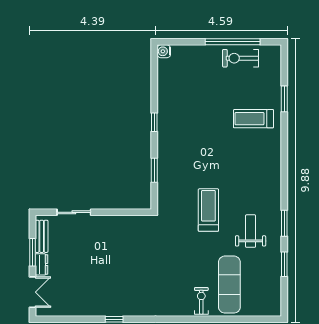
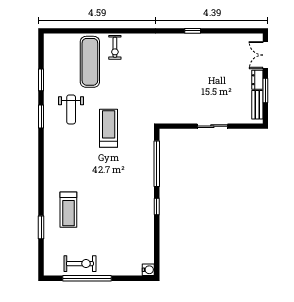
treadmill: (253, 119) -> (68, 210), turned 90
window: (154, 170) -> (157, 164), width x2.11
treadmill: (208, 210) -> (109, 128), turned 180
sliding door: (74, 212) -> (212, 126), moved

